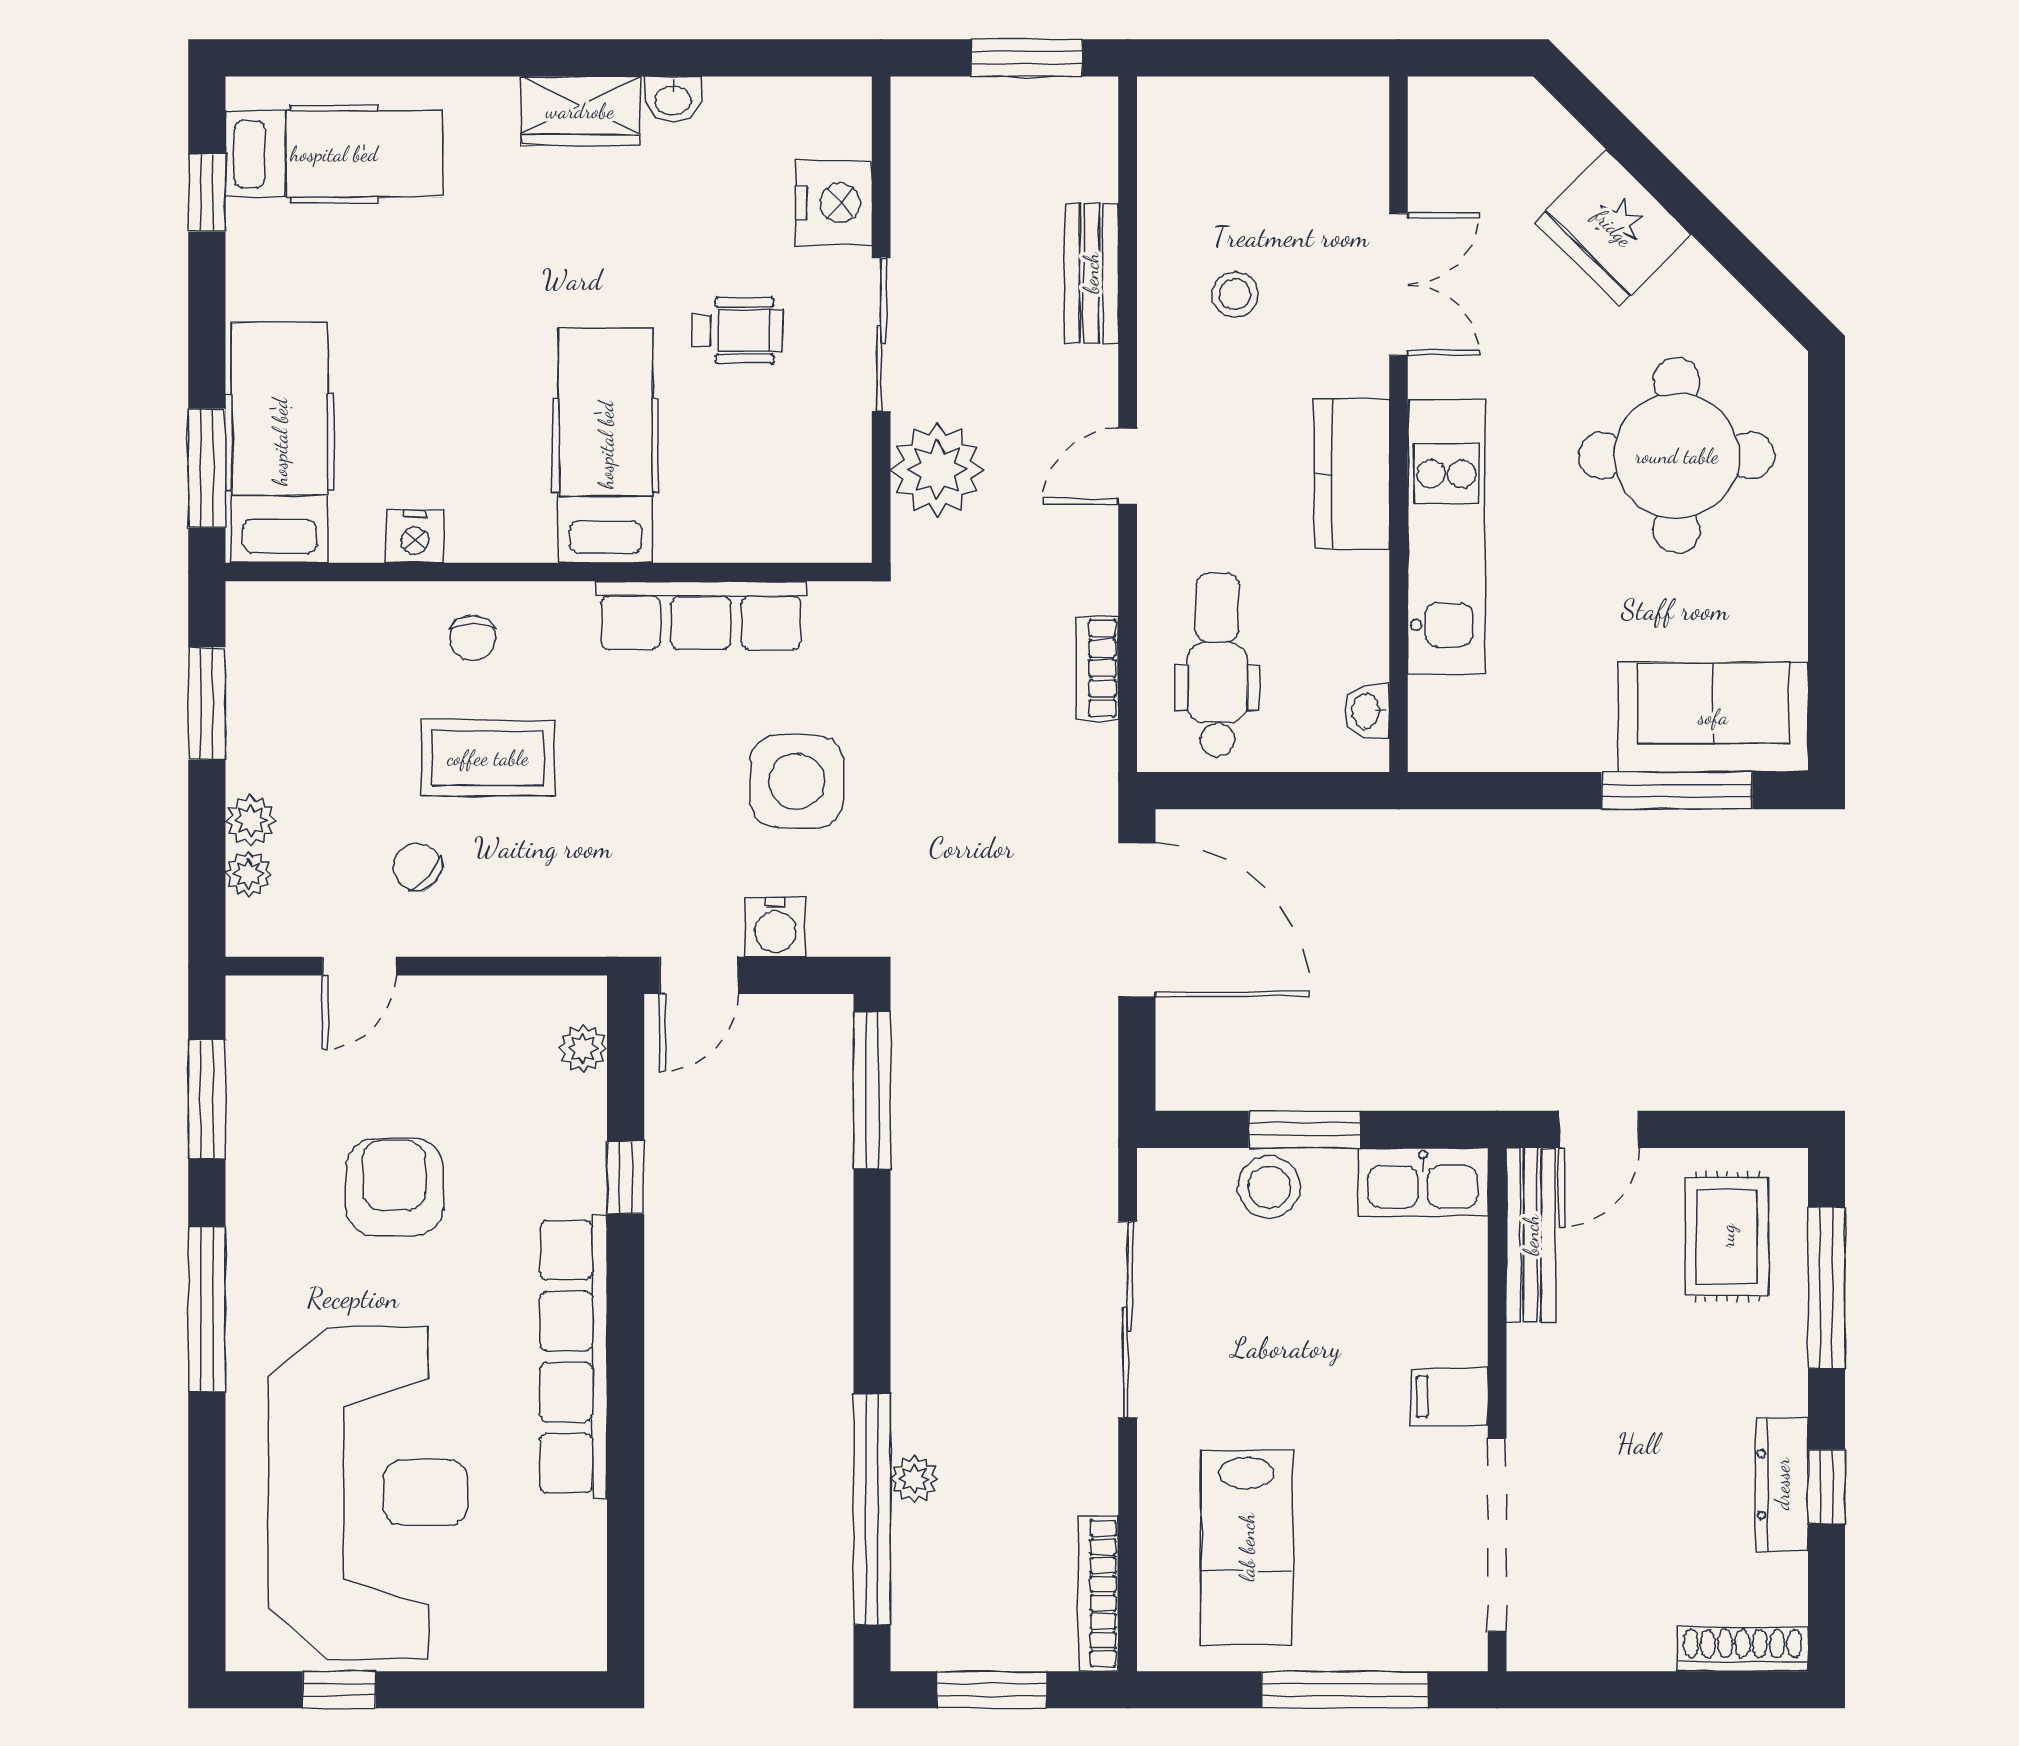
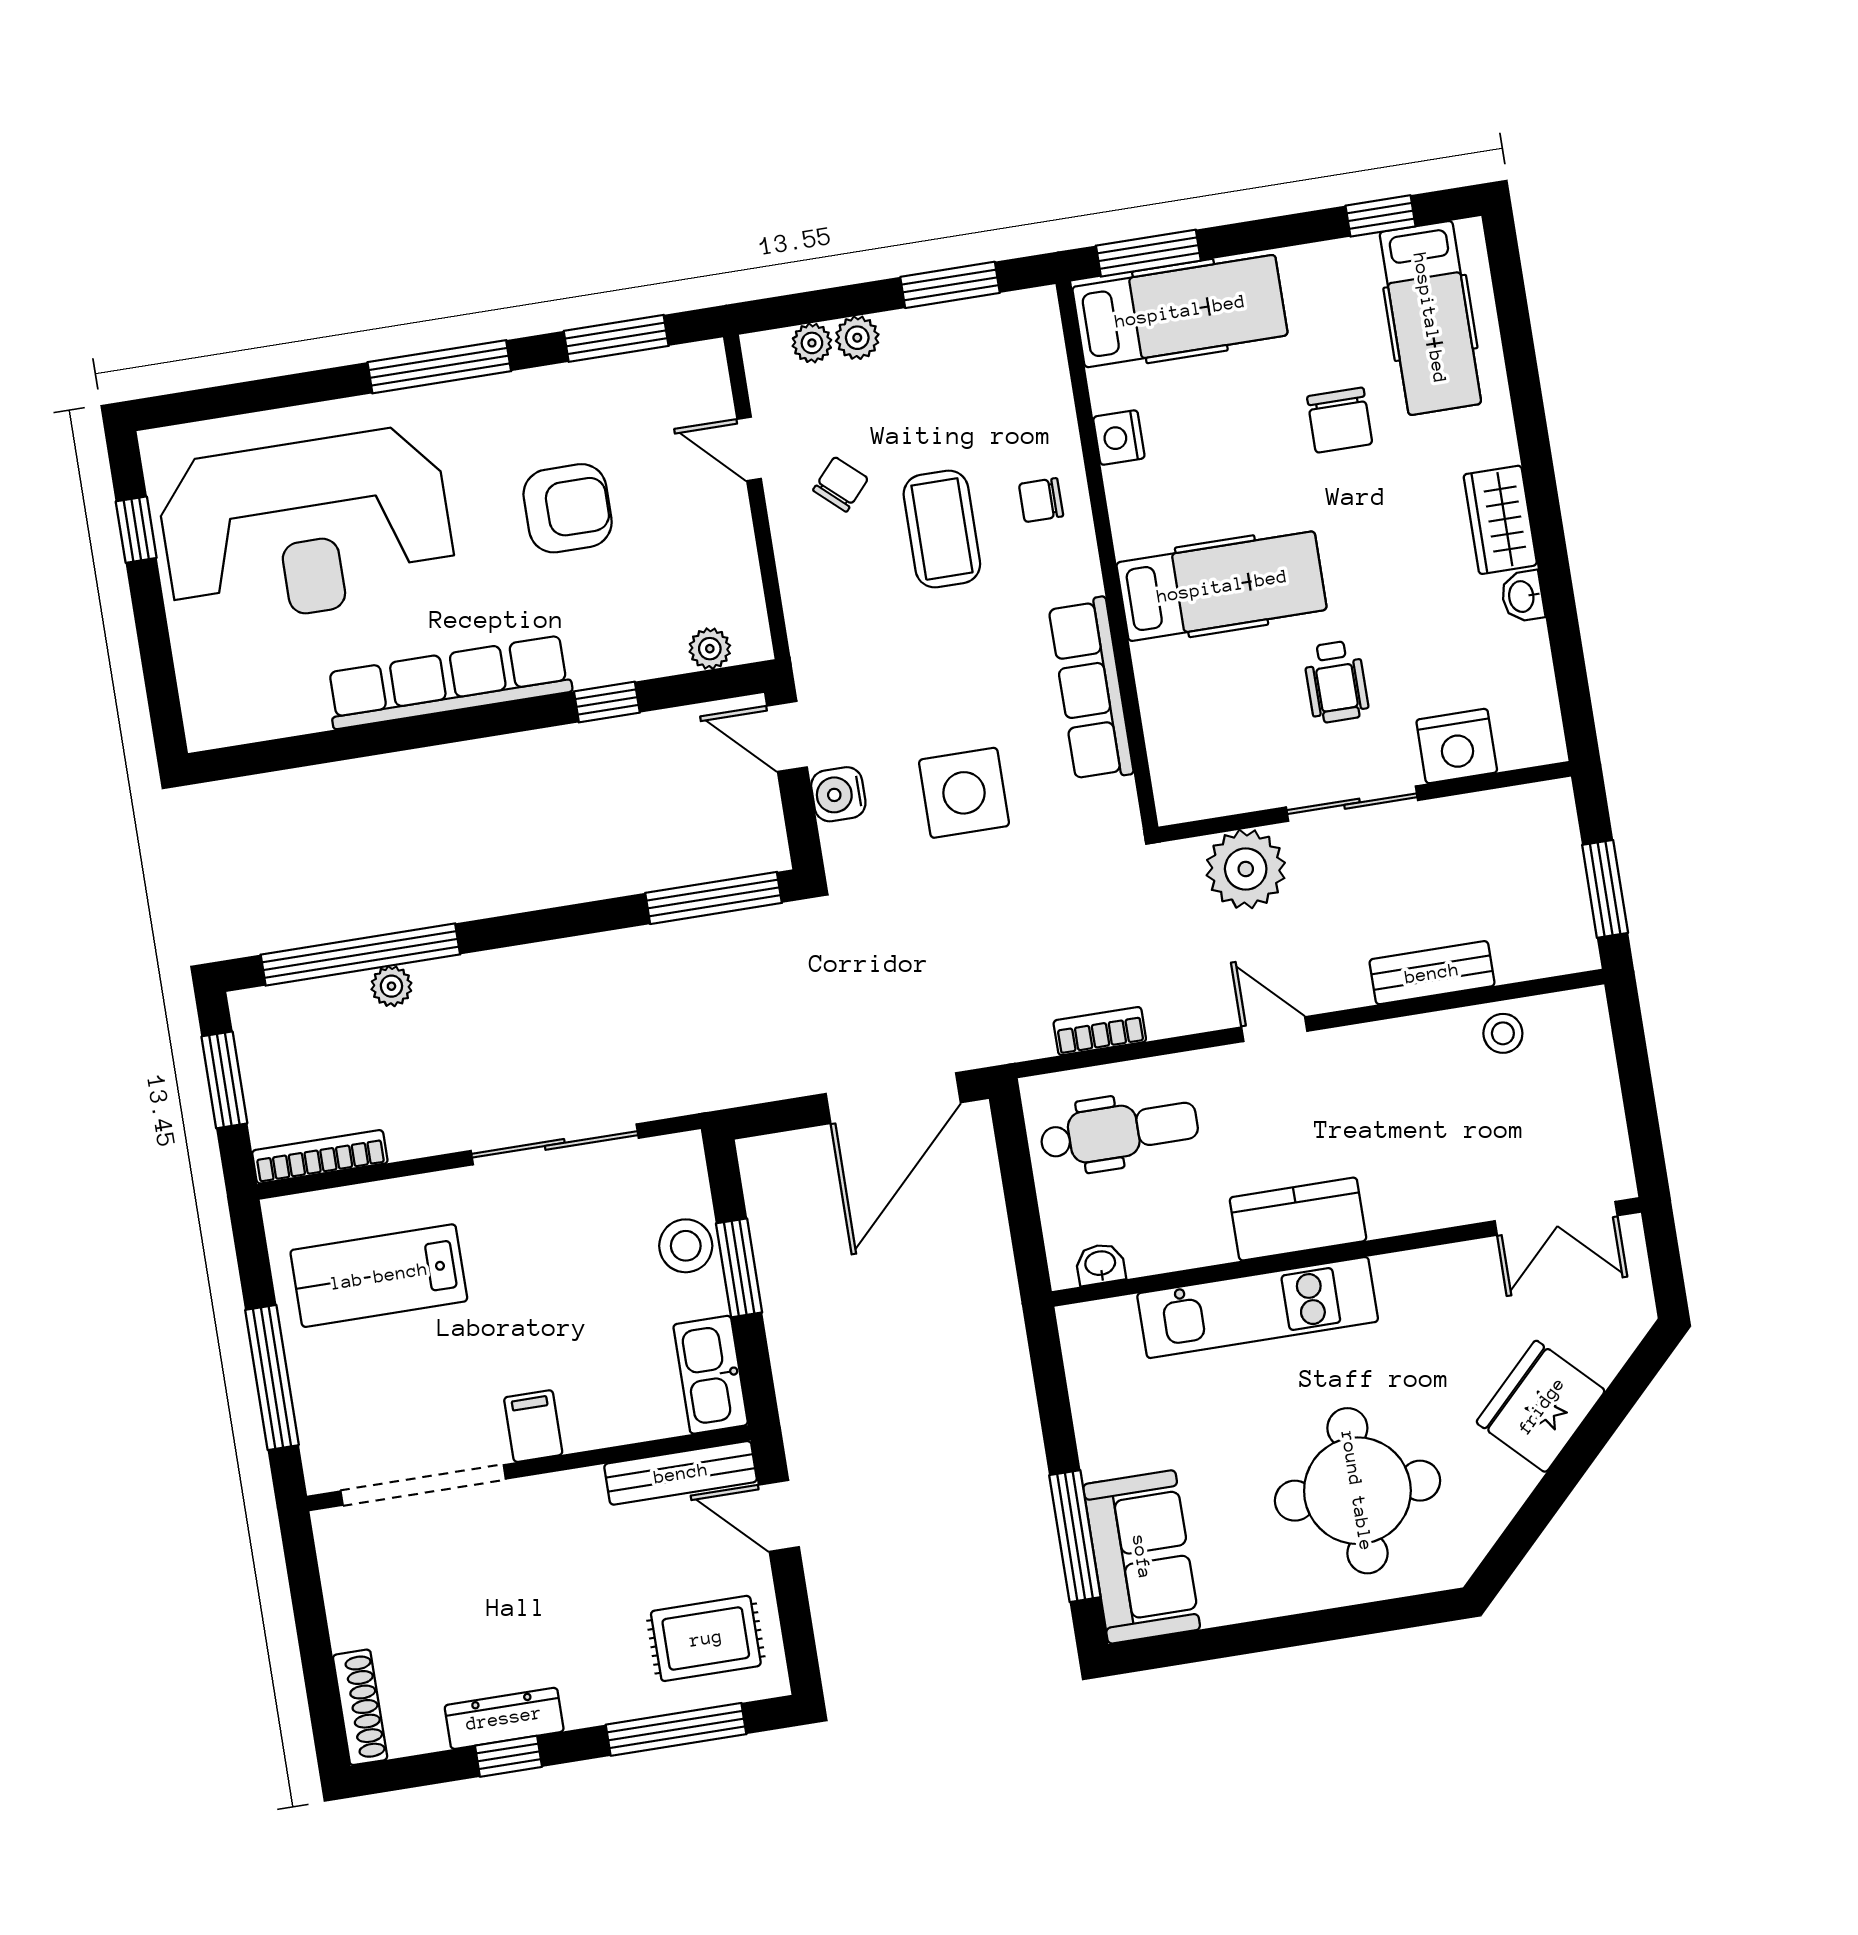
chair: (436, 278) -> (1340, 420), added
double door: (1399, 284) -> (1556, 1218), moved
stool: (1235, 294) -> (1503, 1033), moved

